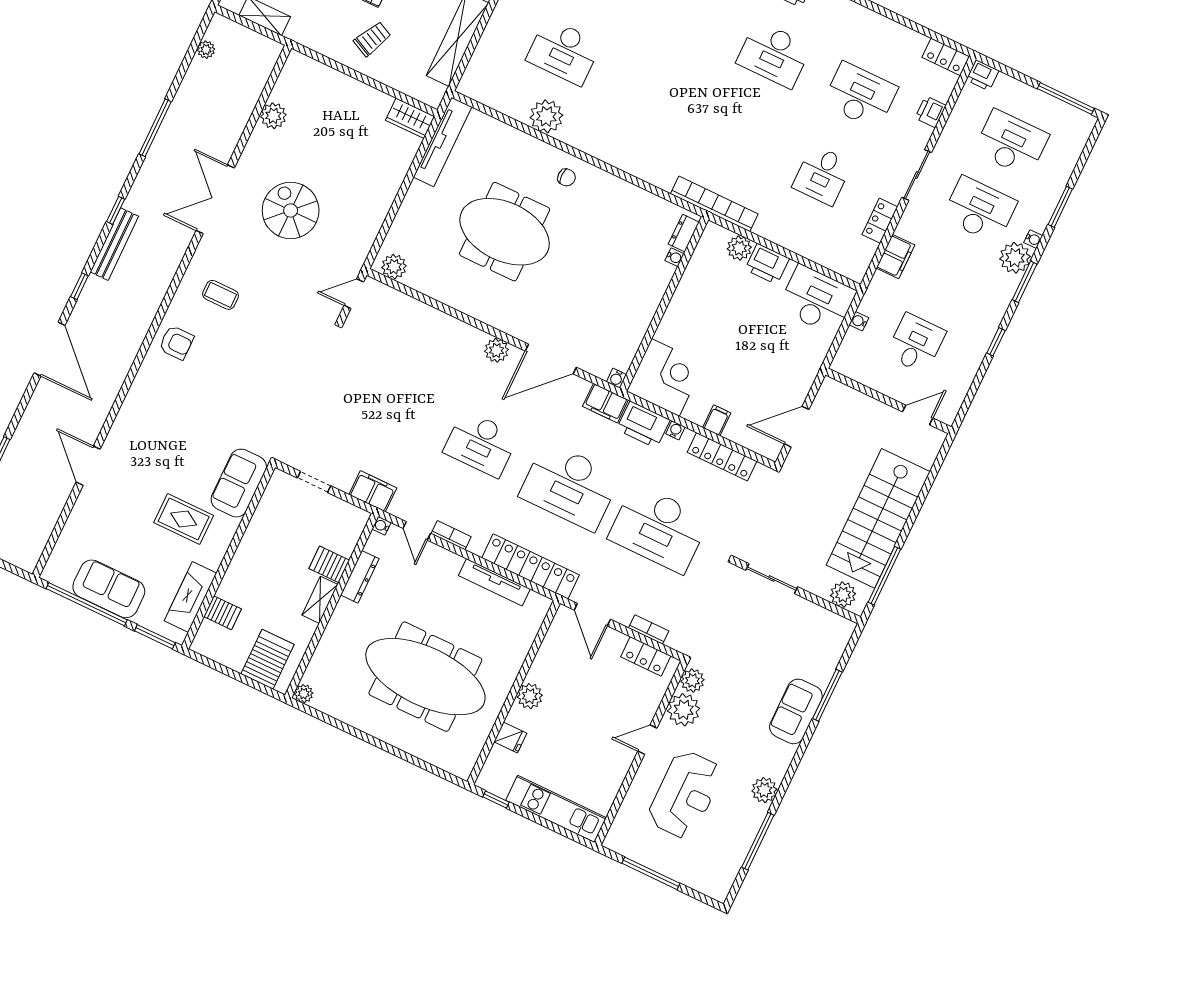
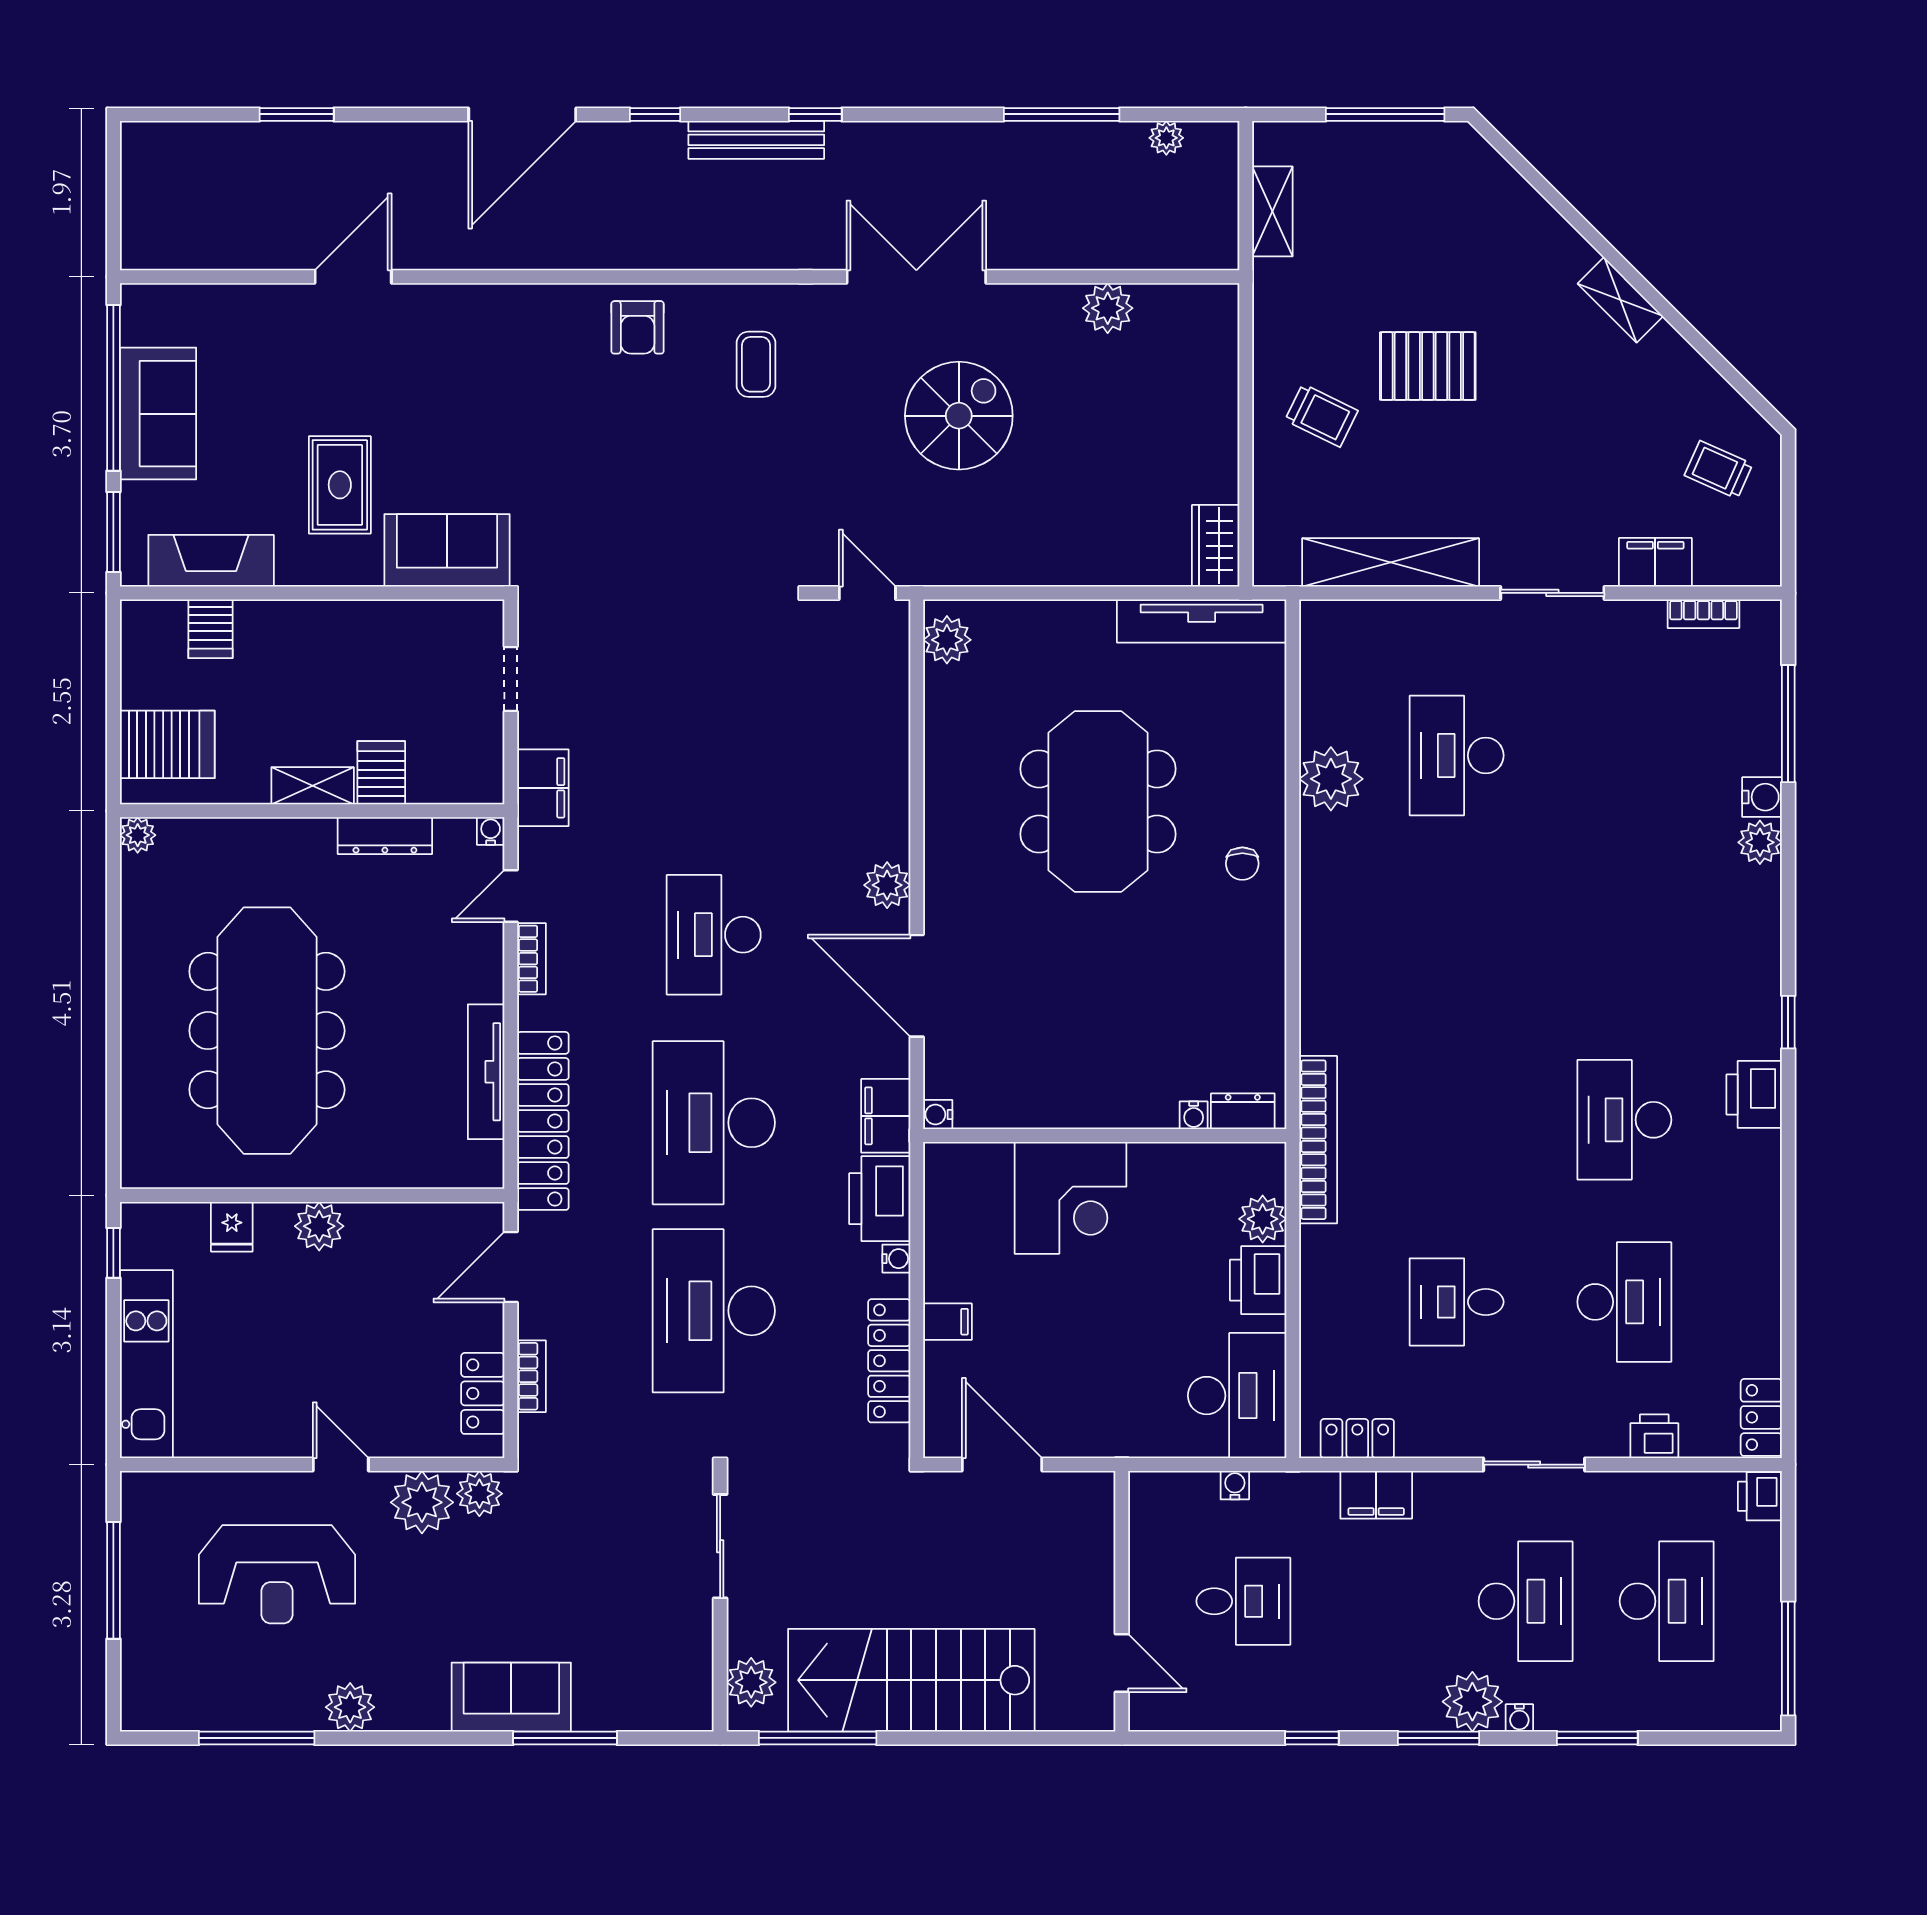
window: (155, 128) -> (1062, 114), moved
locker: (880, 221) -> (1357, 1439), moved
corner desk: (665, 377) -> (1070, 1198), moved

